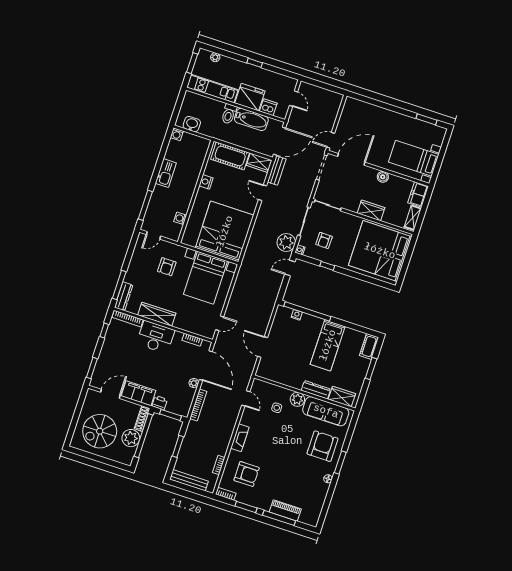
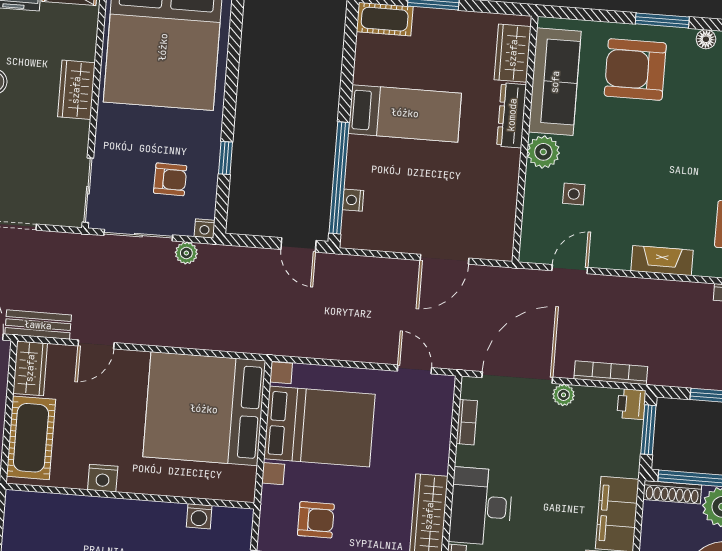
plant: (286, 242) -> (186, 253), width x0.53, depth x0.53
door: (290, 268) -> (298, 245), moved
printer: (160, 403) -> (631, 404), moved

